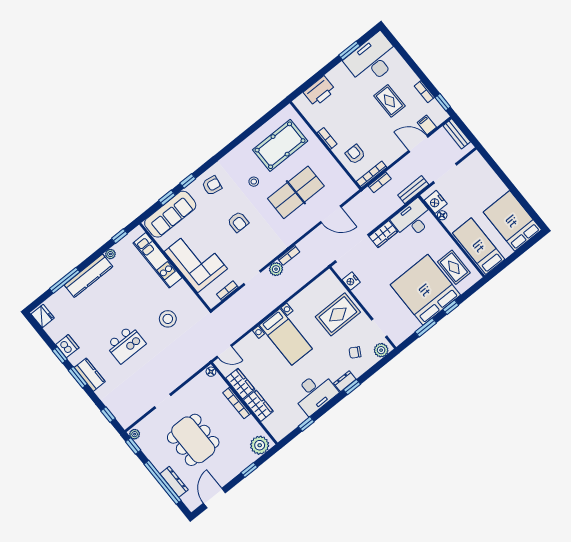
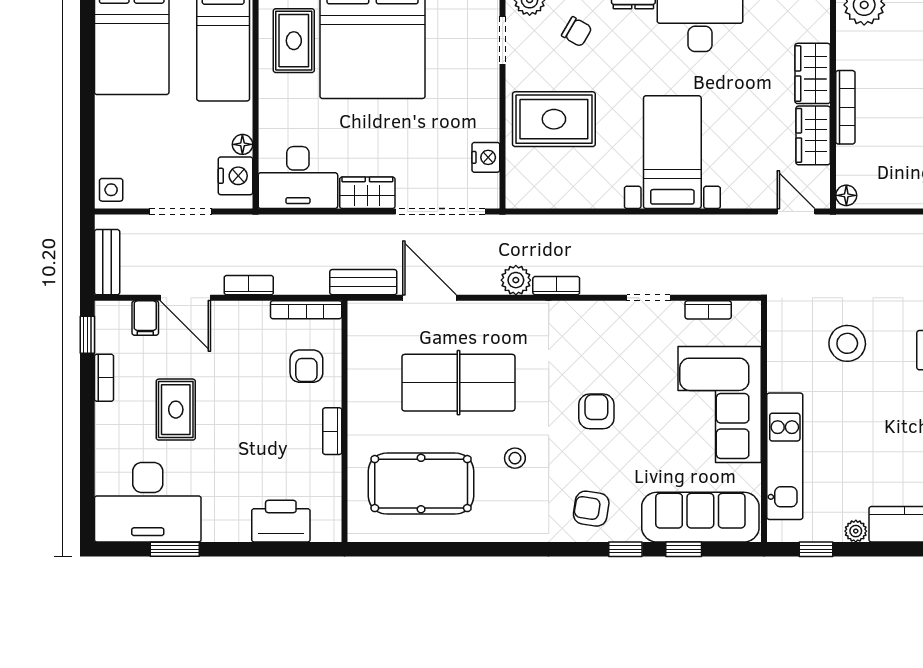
side table: (476, 161) -> (111, 190), added
bookcase: (380, 182) -> (249, 285), moved
bench: (413, 190) -> (363, 282), moved
plant: (276, 269) -> (516, 280), moved

